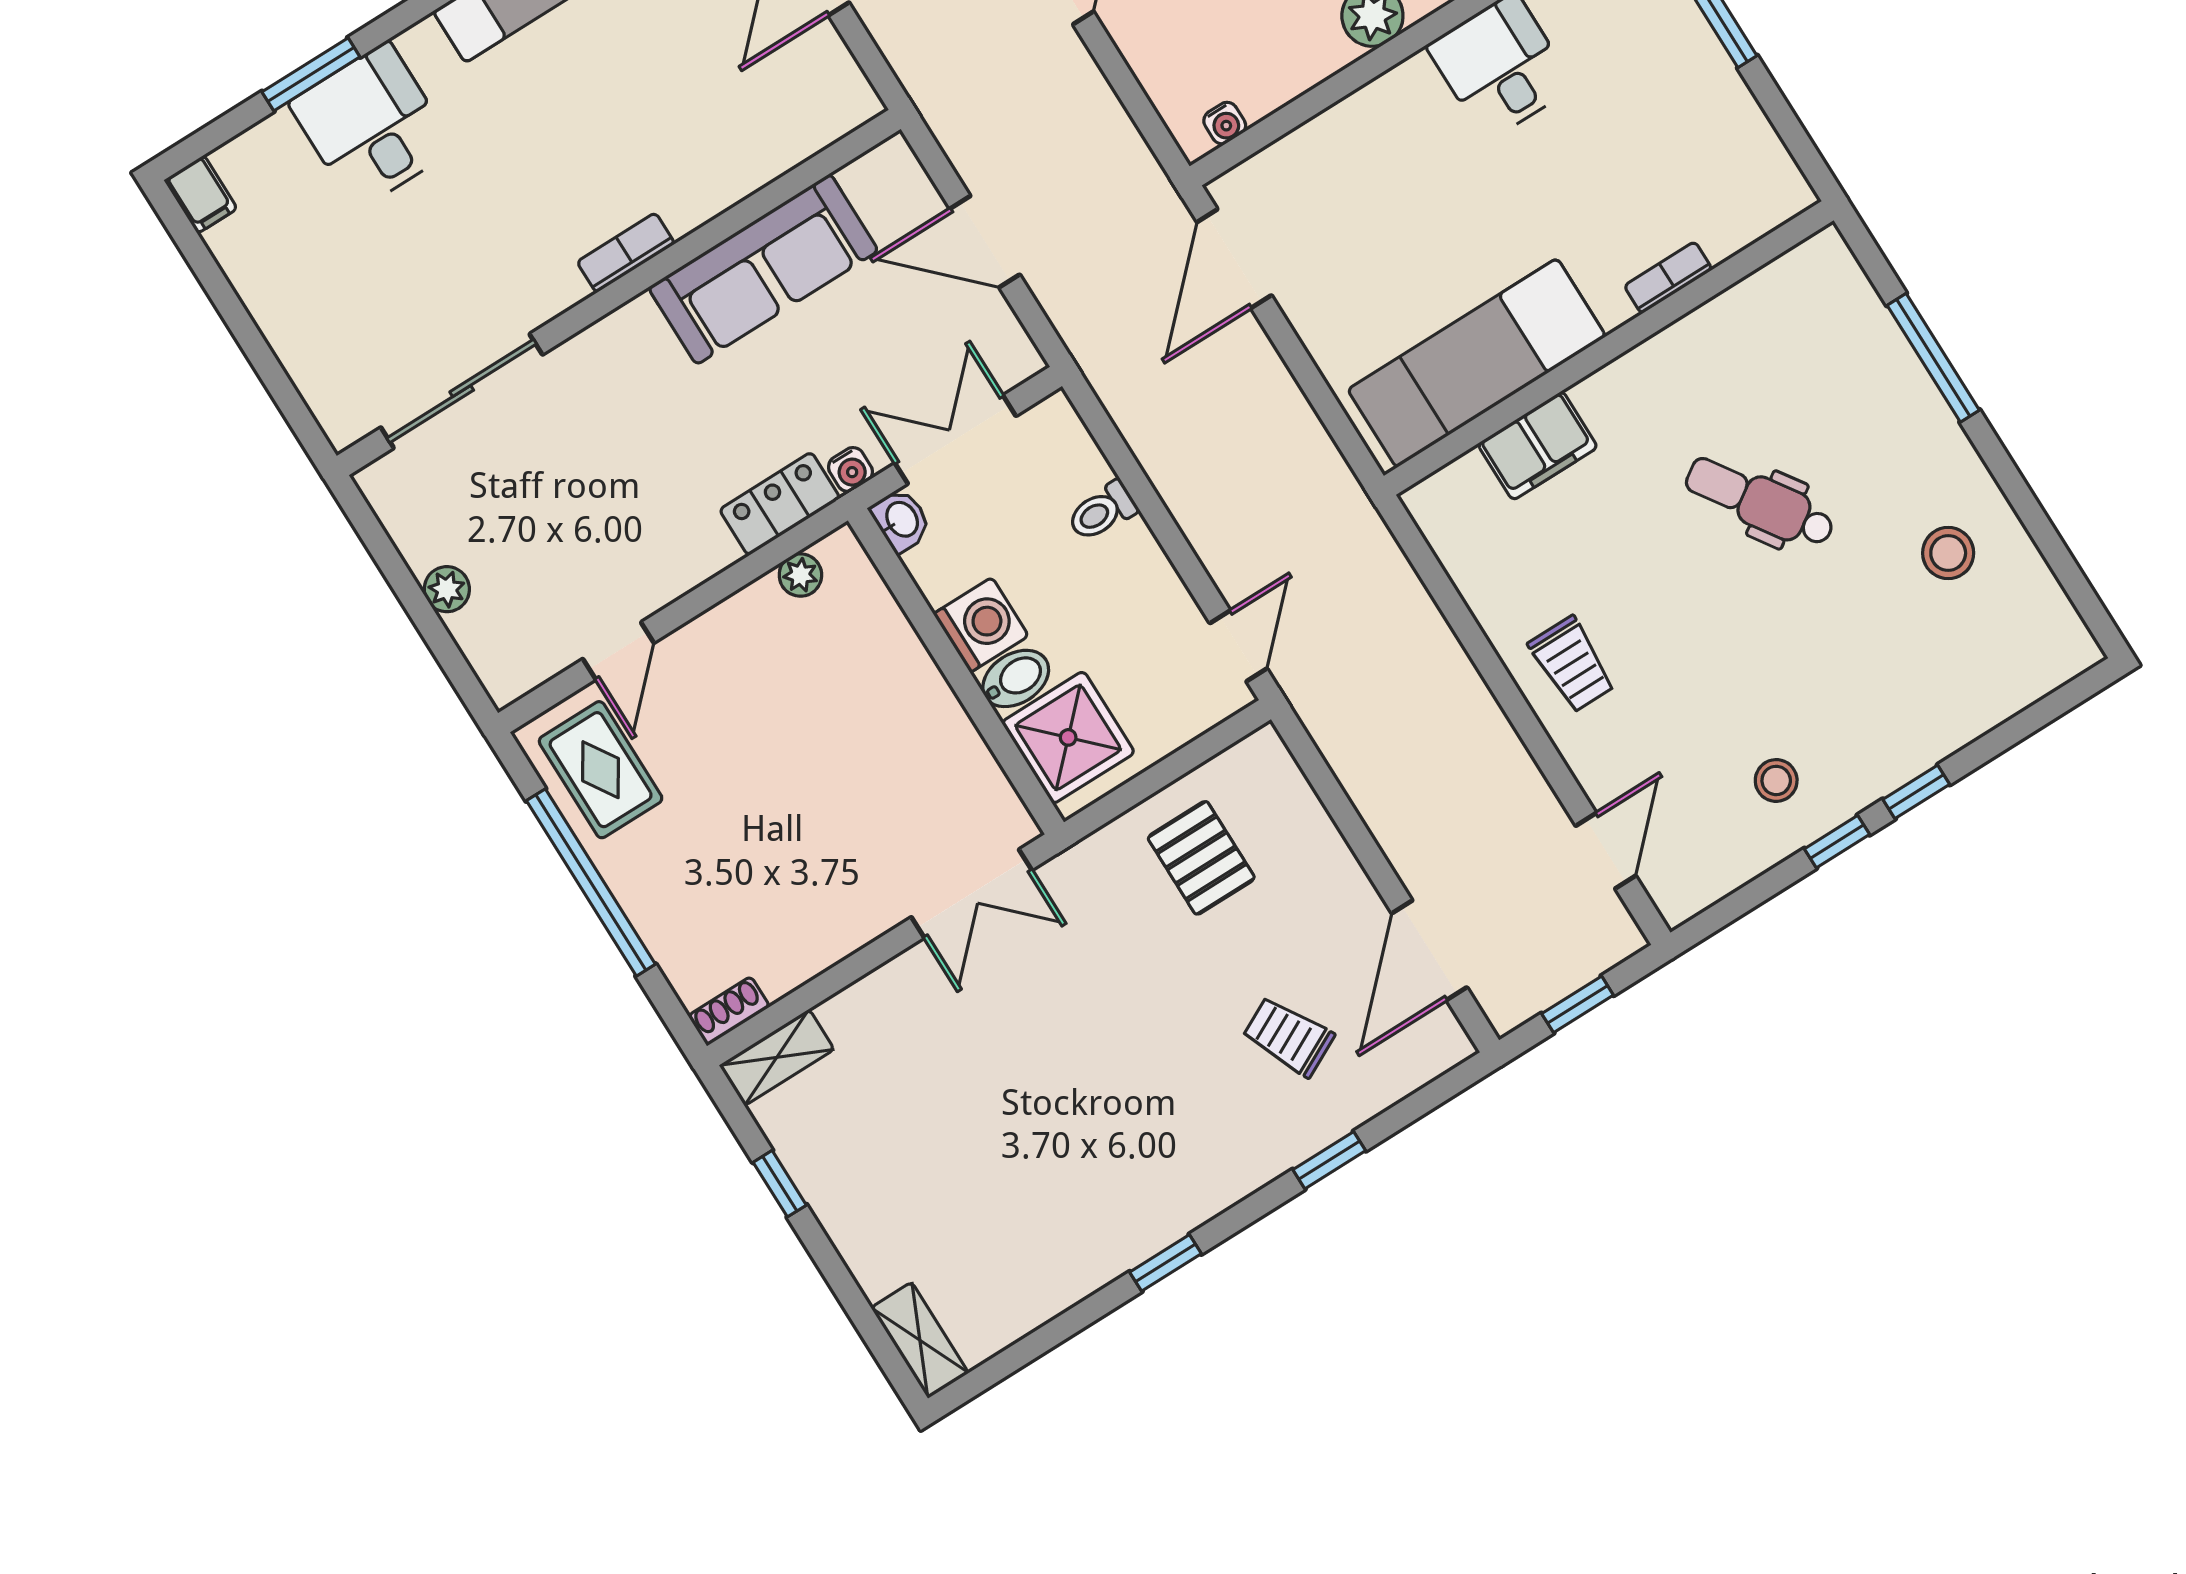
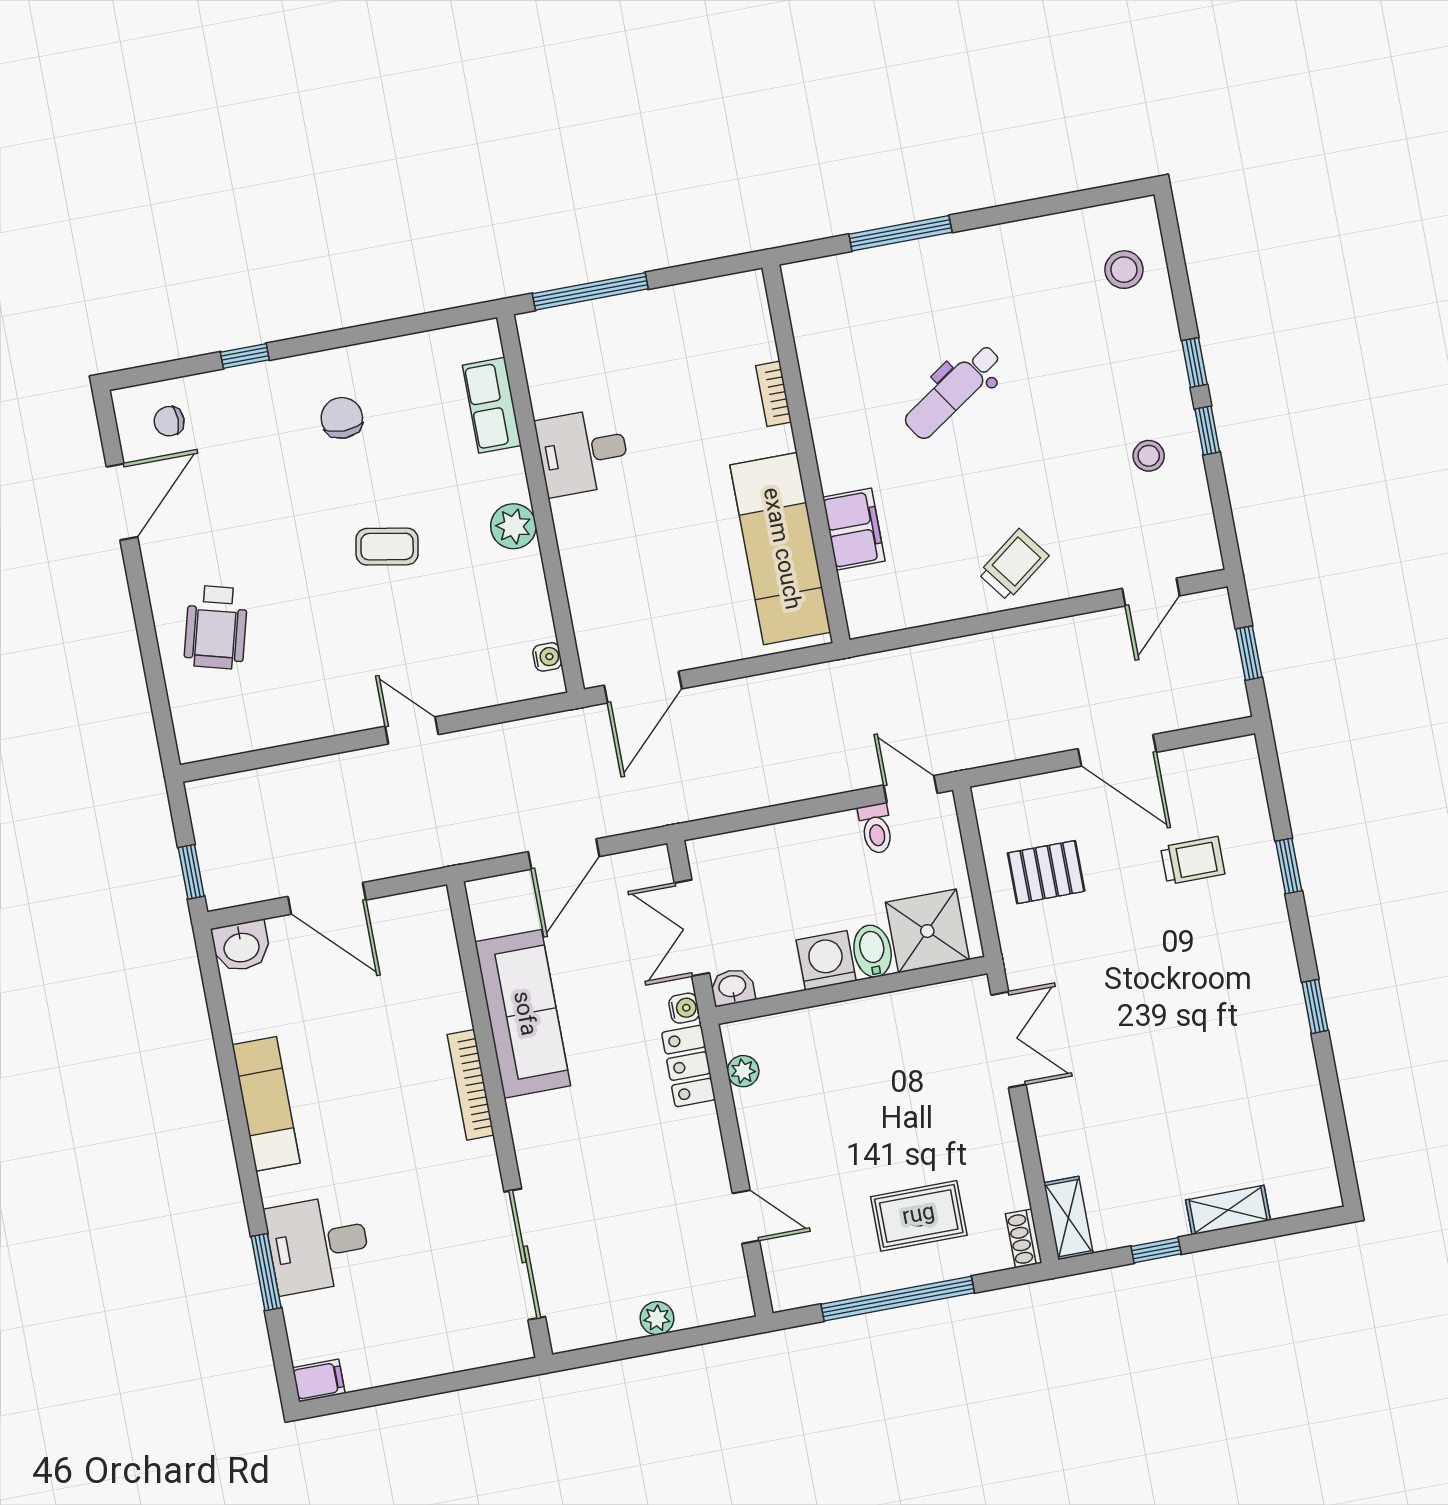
bookcase: (626, 253) -> (471, 1085), width x1.56
door: (1234, 259) -> (643, 687), hinge flipped
toilet: (1102, 511) -> (876, 829), moved
stool: (1948, 553) -> (1124, 270), moved
trolley: (1572, 664) -> (1013, 565), turned -37
rug: (601, 770) -> (919, 1216), moved
door: (1606, 851) -> (1151, 592), swing flipped
door: (1429, 950) -> (1117, 750), moved
trolley: (1288, 1036) -> (1193, 861), turned -153
shelving: (920, 1340) -> (1228, 1210), moved

